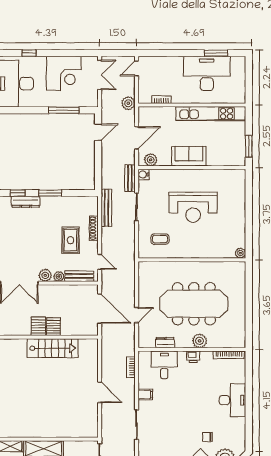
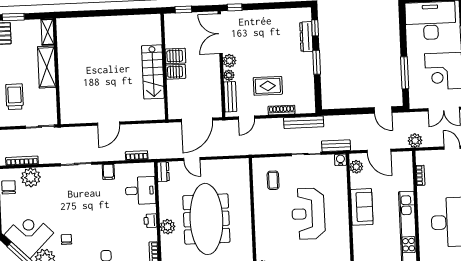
dresser: (165, 343) -> (163, 172), moved

